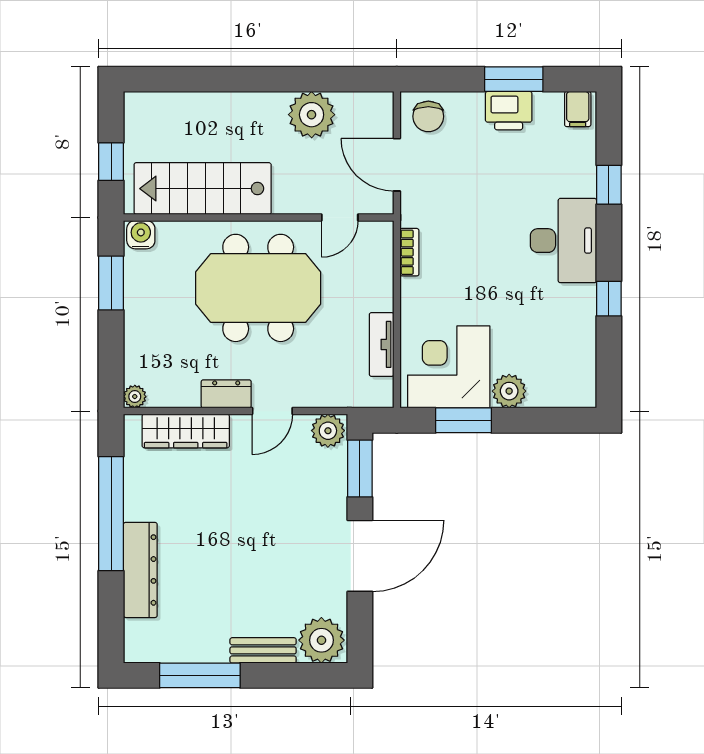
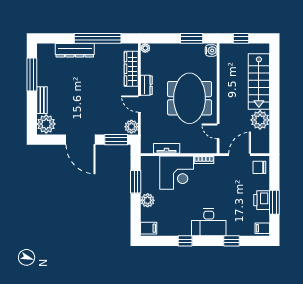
stairs: (203, 189) -> (259, 82), moved, turned 180
corner desk: (449, 367) -> (177, 173), moved, turned 90
filing cabinet: (578, 388) -> (149, 228), added

